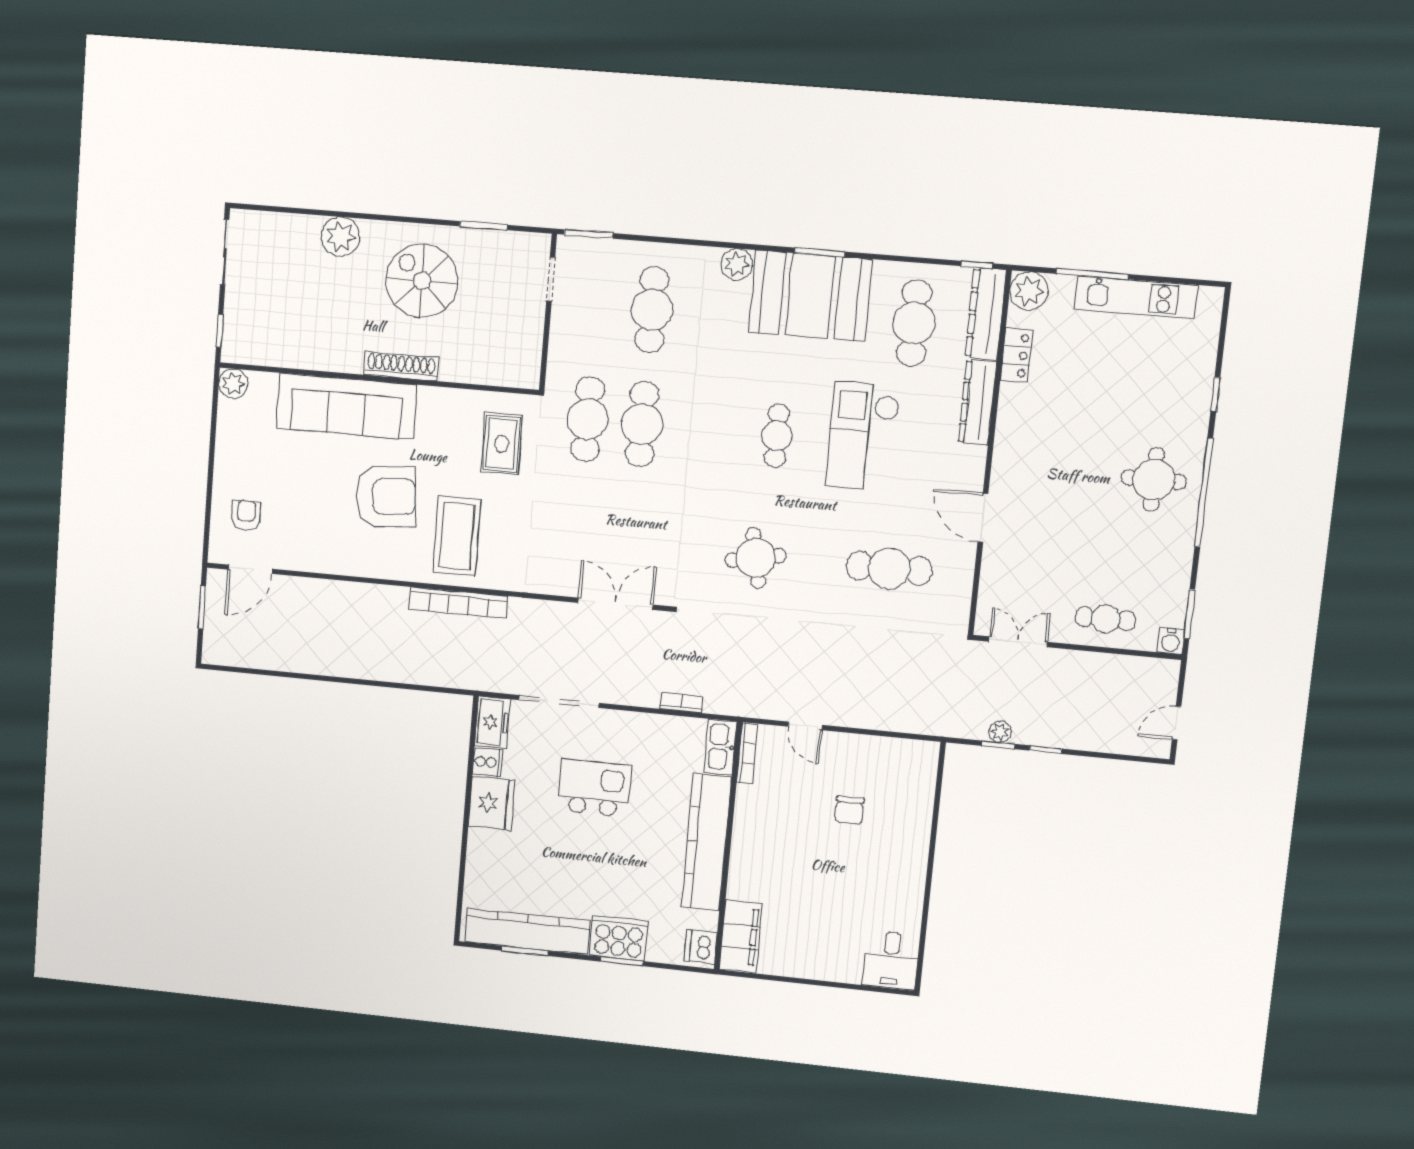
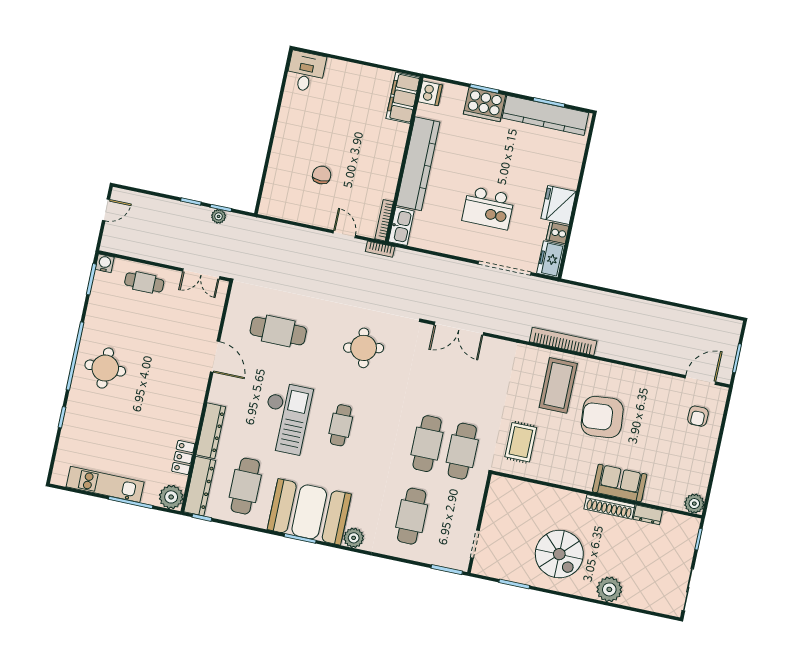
dresser: (299, 358) -> (648, 515), added
shoe rack: (401, 366) -> (609, 507), moved
sofa: (346, 406) -> (620, 483), width x0.54, depth x0.79
bookcase: (681, 703) -> (380, 249), moved

